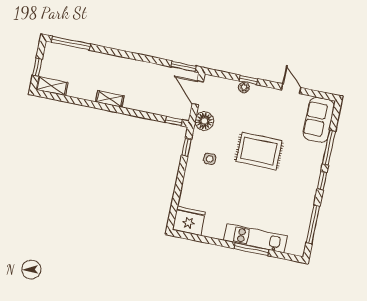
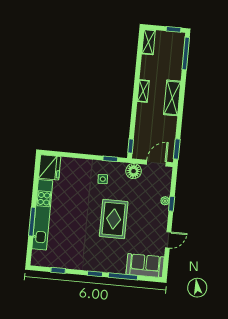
shelving: (122, 65) -> (172, 98), added
window: (37, 67) -> (173, 29), moved
window: (313, 224) -> (58, 270), width x0.46
kitchen unit: (255, 238) -> (42, 215), width x1.36

